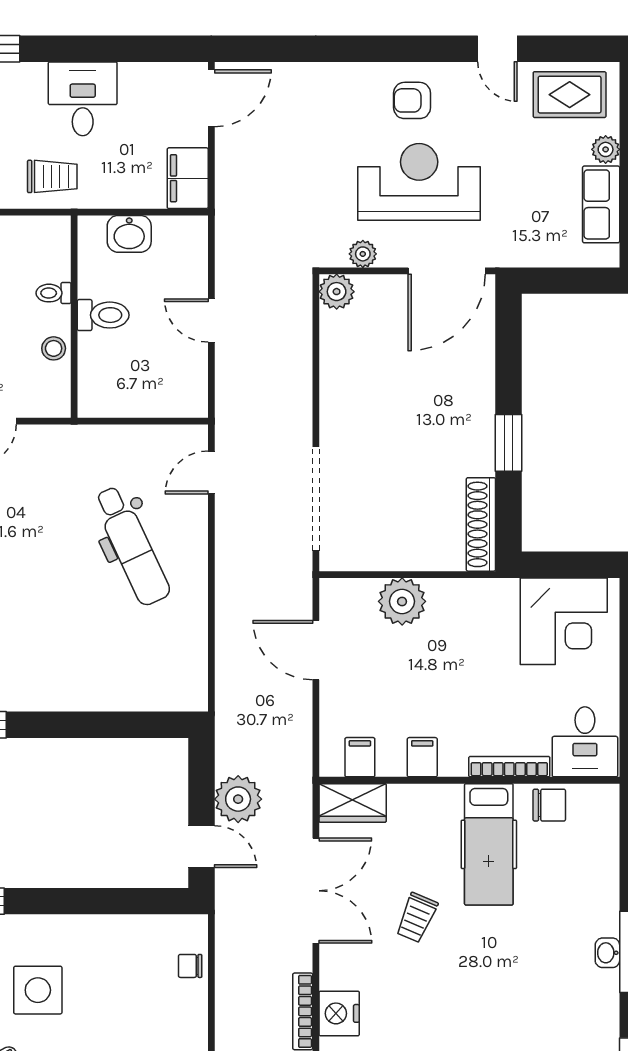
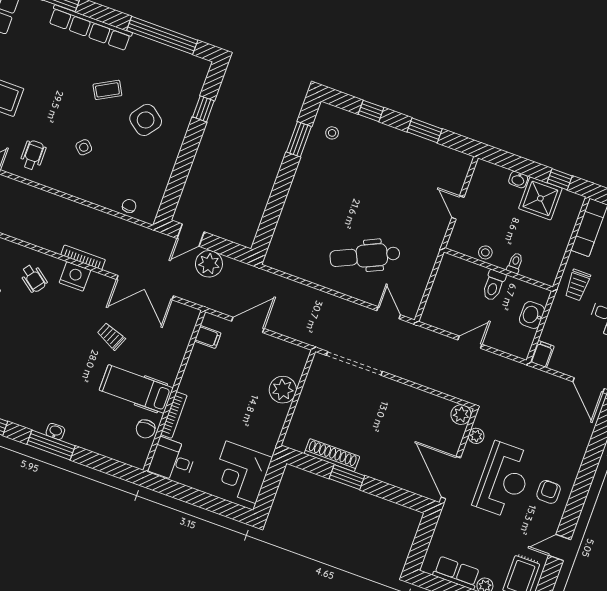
filing cabinet: (188, 178) -> (542, 354), width x0.50
shoe rack: (481, 524) -> (332, 455), moved
door: (316, 650) -> (248, 325), moved
filing cabinet: (422, 757) -> (196, 370), removed
wardrobe: (353, 803) -> (185, 324), removed
side table: (38, 990) -> (146, 120), turned 37

